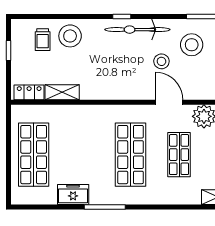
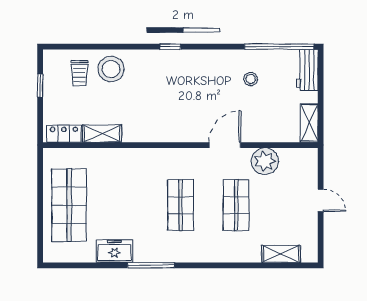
bicycle: (137, 30) -> (188, 62), removed
stool: (192, 45) -> (251, 79), width x0.53, depth x0.53
stool: (161, 61) -> (216, 98), removed
door: (169, 102) -> (225, 145), hinge flipped
shop shelf: (131, 155) -> (180, 205), width x0.70, depth x0.74

